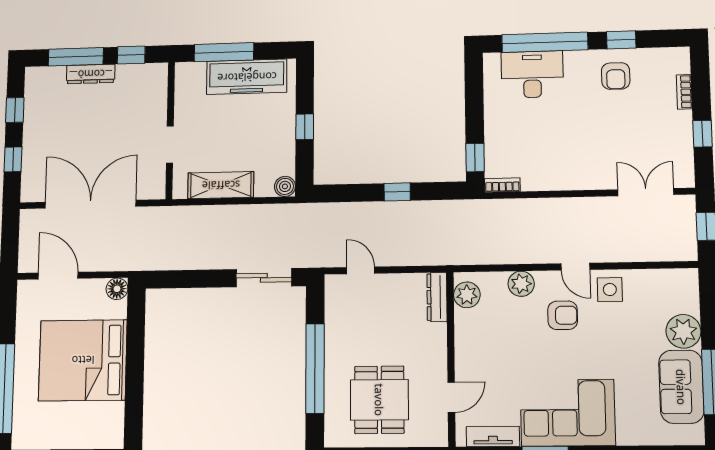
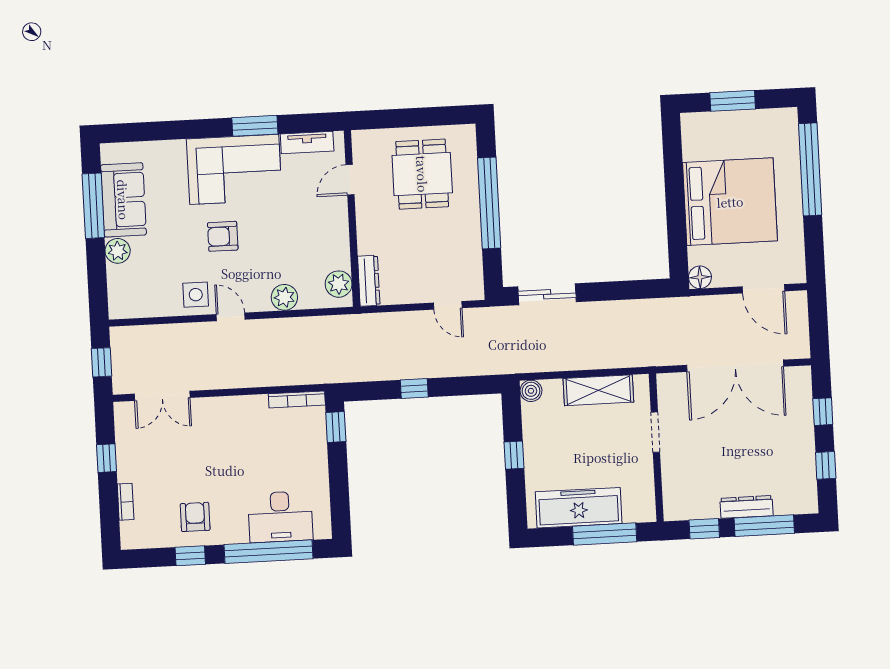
bookcase: (502, 185) -> (297, 399), width x1.56
armchair: (563, 315) -> (223, 236), moved
plant: (683, 331) -> (118, 251), width x0.73, depth x0.73

